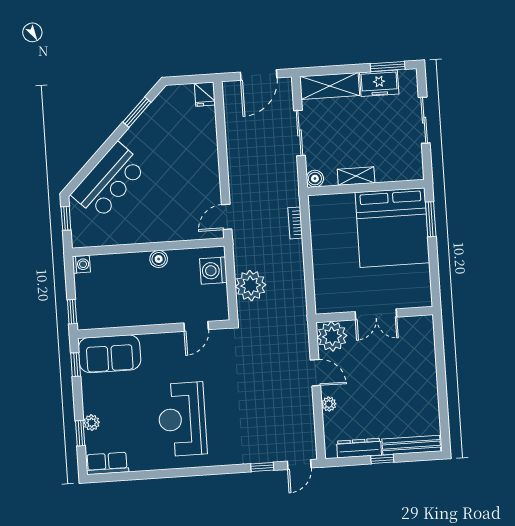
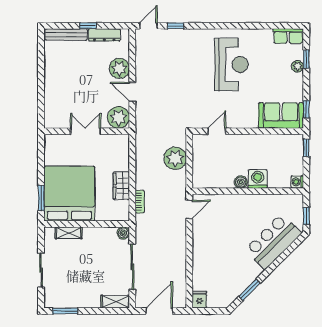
freezer: (379, 83) -> (72, 299), removed
shelving: (330, 86) -> (115, 302), width x0.67, depth x0.75
sliding door: (299, 133) -> (132, 267), width x1.37
shelving: (356, 176) -> (69, 233), moved
wardrobe: (322, 243) -> (121, 186), added
washing machine: (213, 271) -> (258, 179), moved, turned -90
plant: (329, 404) -> (119, 68), width x1.88, depth x1.88

